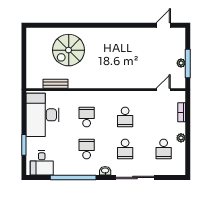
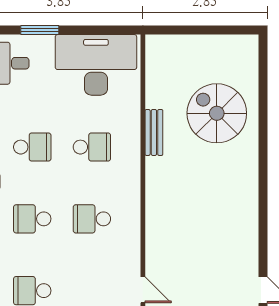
bench: (55, 84) -> (154, 132), moved

